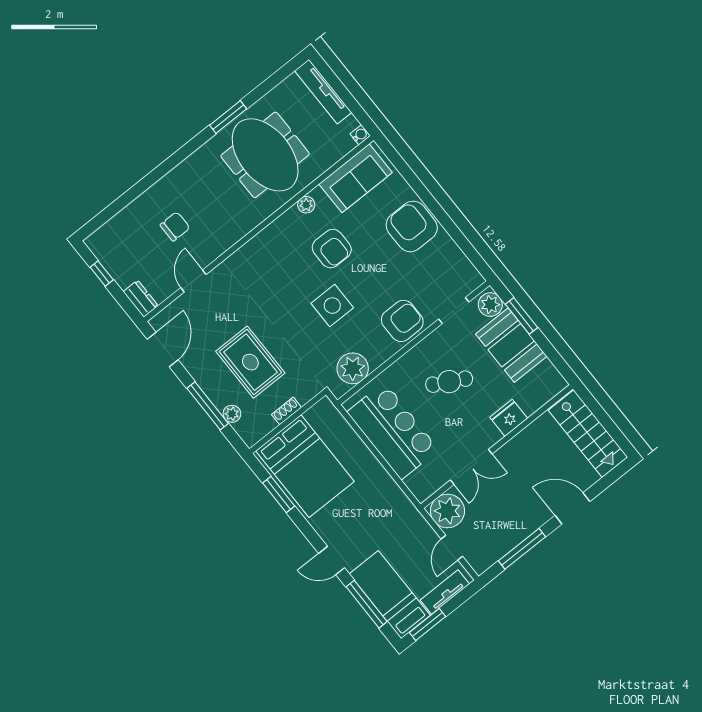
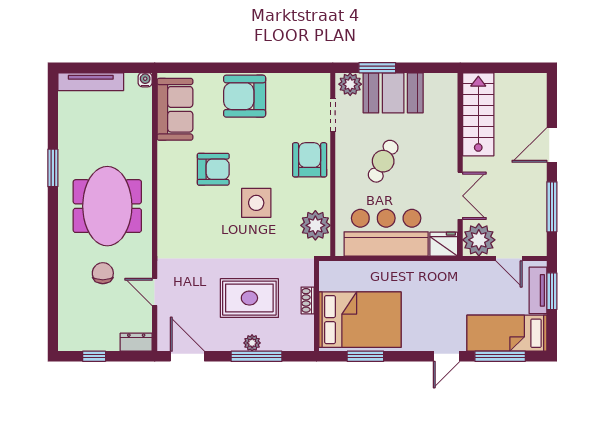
meeting table: (265, 155) -> (107, 206), moved, turned 90
plant: (306, 205) -> (165, 162), removed
plant: (232, 414) -> (252, 343), moved
fridge: (509, 418) -> (444, 244), moved, turned 90
stairs: (588, 434) -> (478, 114), moved, turned -90
window: (428, 624) -> (552, 291), moved

